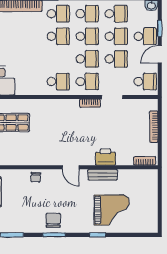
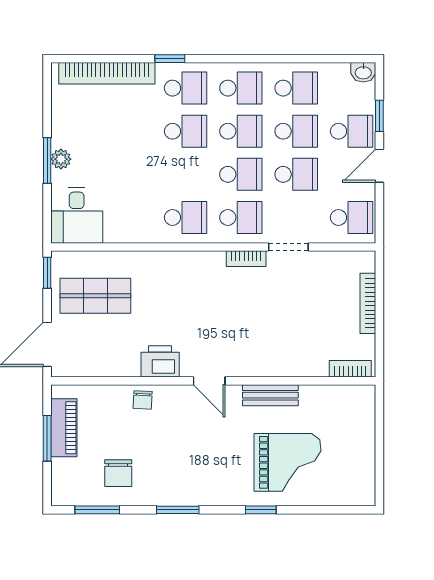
printer: (105, 157) -> (160, 361), moved
chair: (53, 220) -> (118, 473), moved, turned 180

